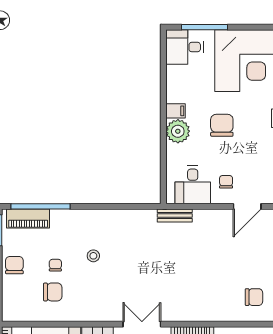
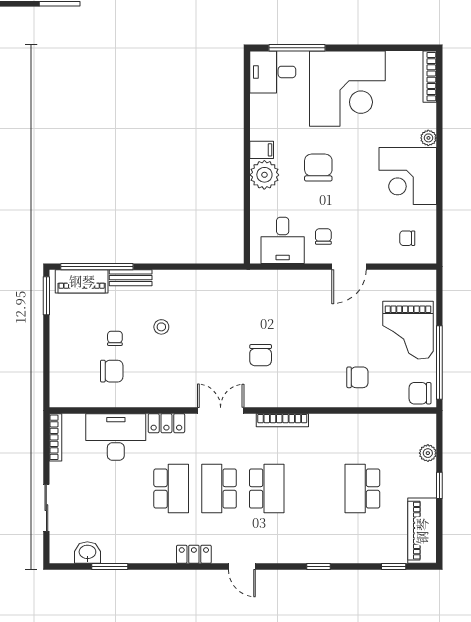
bench: (175, 216) -> (131, 278), moved
chair: (14, 265) -> (261, 355), moved, turned 180

